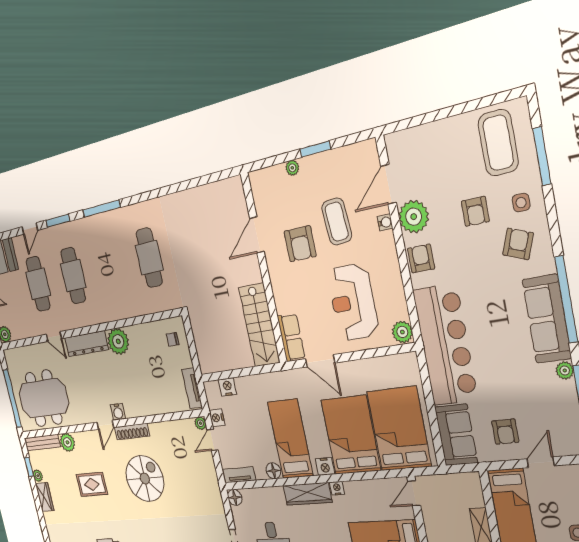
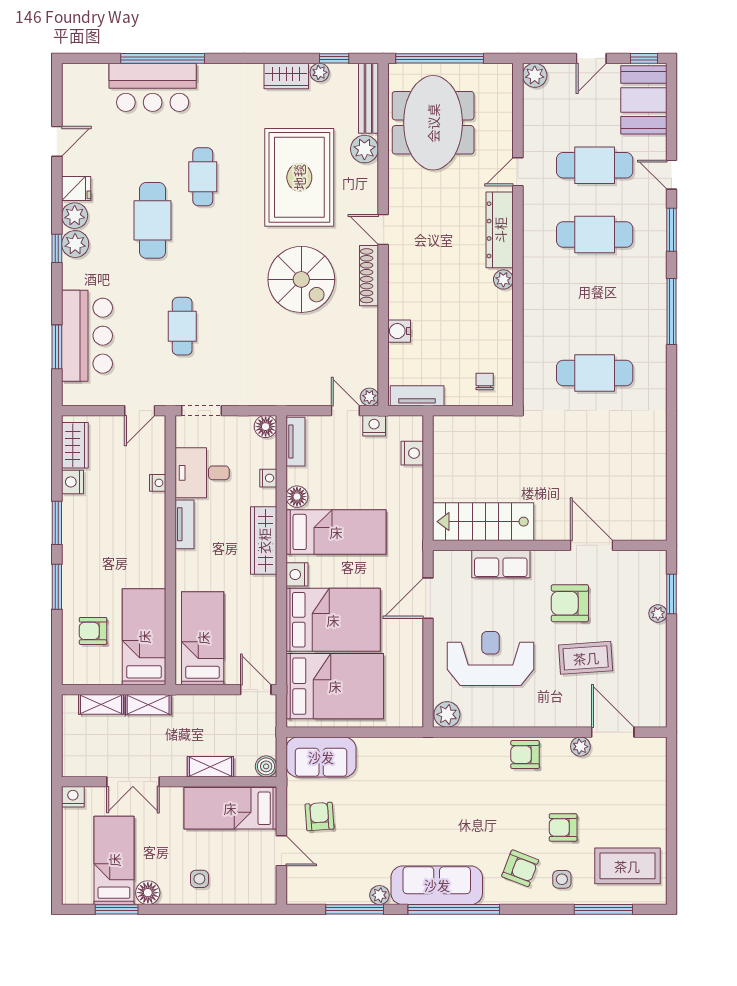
window: (315, 149) -> (671, 594), moved
plant: (414, 217) -> (580, 747), width x0.53, depth x0.53
water cooler: (385, 222) -> (573, 719), removed
armchair: (421, 259) -> (525, 755), turned 180
row of seats: (291, 337) -> (501, 564), moved
plant: (118, 341) -> (503, 279), width x0.53, depth x0.53
bar counter: (445, 345) -> (425, 764), removed
water cooler: (118, 412) -> (399, 331), moved
armchair: (505, 432) -> (319, 816), turned 86
boiler: (472, 481) -> (266, 766), added
rug: (92, 484) -> (299, 177), width x1.86, depth x2.06
nightstand: (337, 488) -> (268, 478), moved

